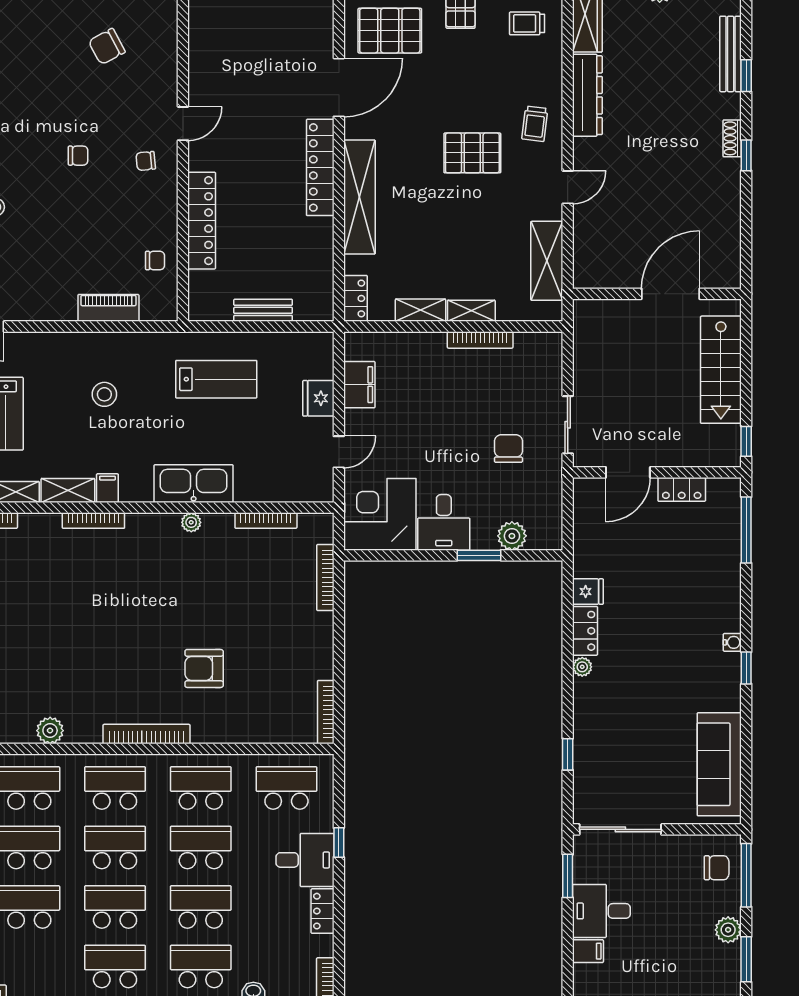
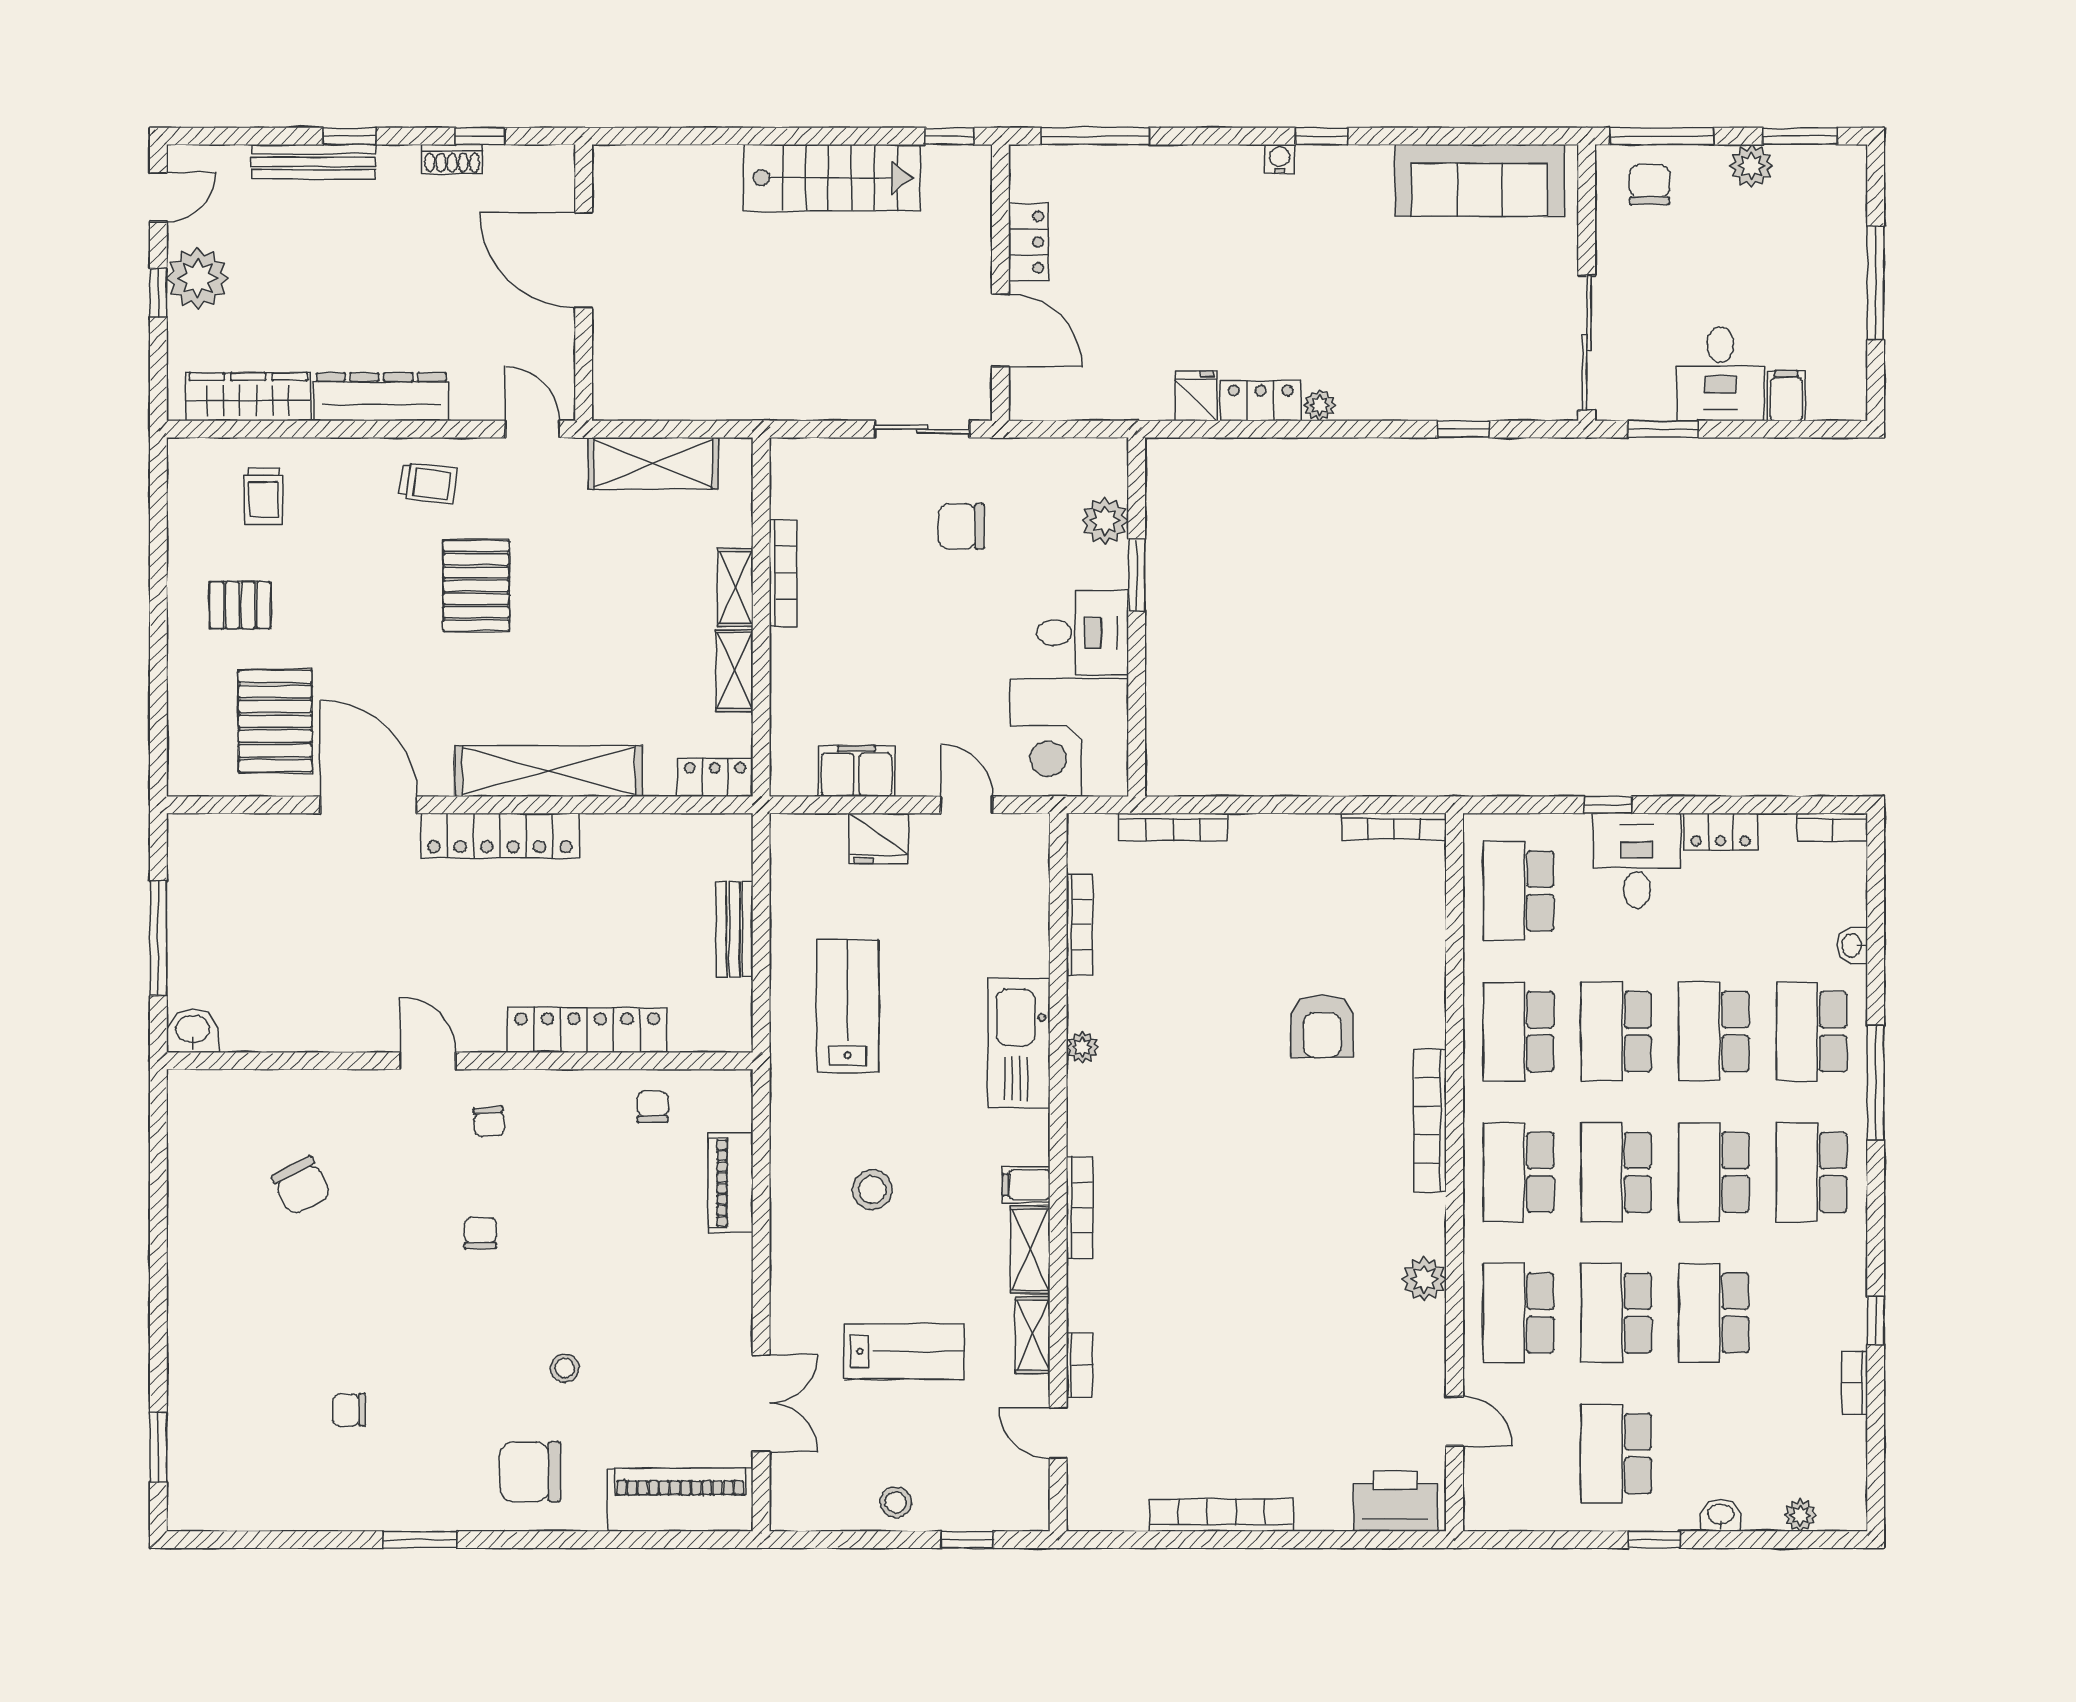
wall: (657, 294) -> (584, 283), moved
door: (670, 294) -> (584, 260), moved

